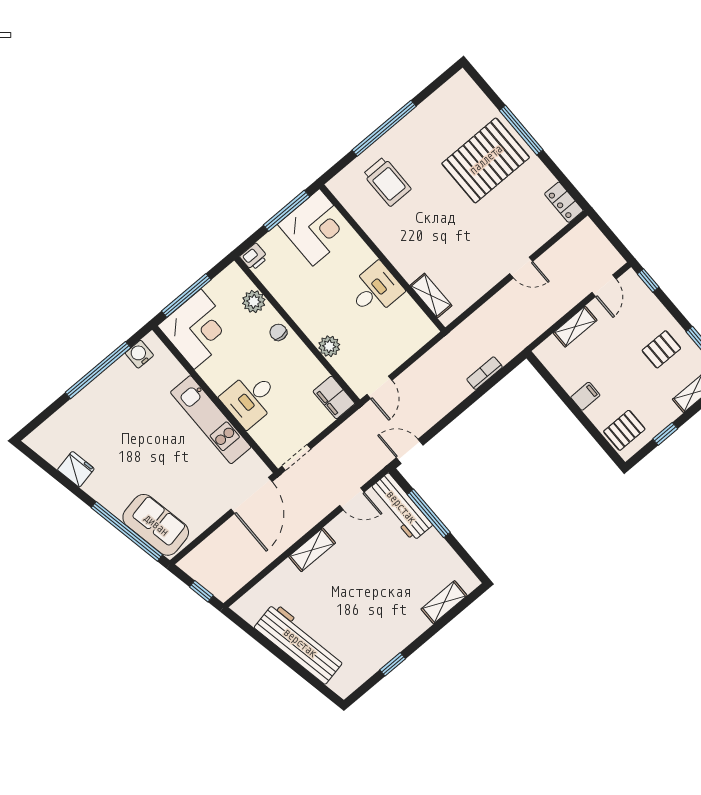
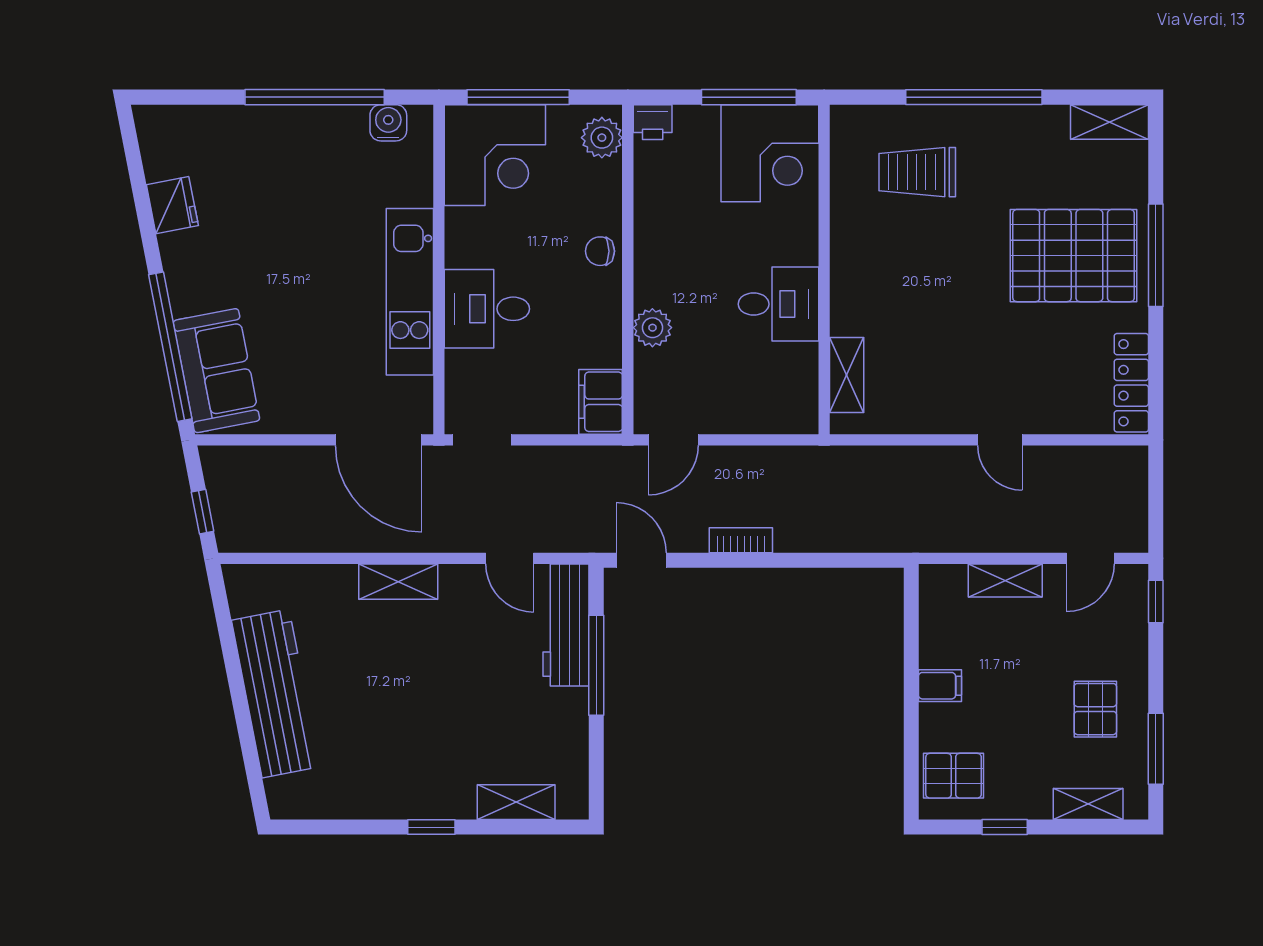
shelving: (452, 89) -> (1110, 122), added
trolley: (387, 182) -> (917, 172), turned 90
locker: (564, 202) -> (1131, 383), width x1.53
plant: (254, 301) -> (602, 138), moved
chair: (278, 332) -> (600, 251), turned -90
pallet: (661, 349) -> (1095, 709), turned 90
bookcase: (485, 373) -> (741, 540), moved
door: (251, 495) -> (379, 440), hinge flipped
window: (393, 664) -> (431, 827), moved

